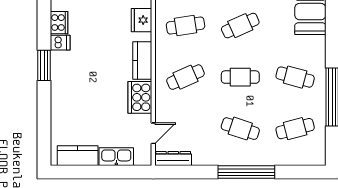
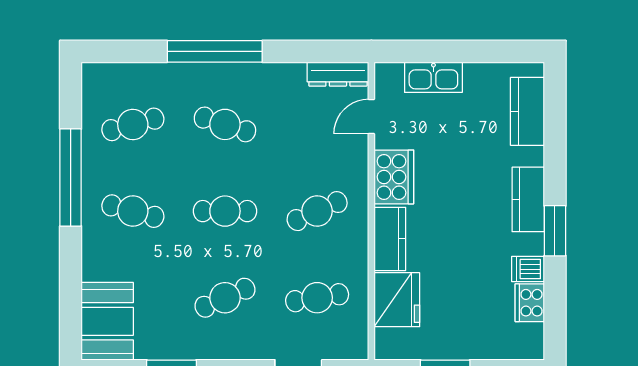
fridge: (141, 20) -> (397, 300), width x1.36, depth x1.34
kitchen counter: (60, 84) -> (528, 199), added
kitchen counter: (78, 156) -> (527, 111), moved, turned 90

